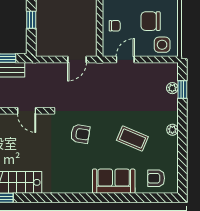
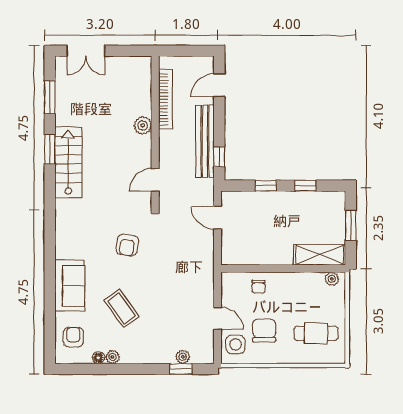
door: (77, 60) -> (217, 218), moved
door: (125, 60) -> (217, 318), moved
plant: (172, 130) -> (113, 357), moved
coffee table: (132, 139) -> (121, 308), turned -59
floor lamp: (173, 158) -> (98, 358), added

